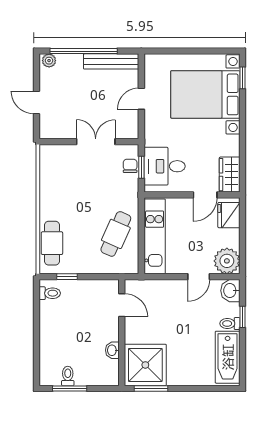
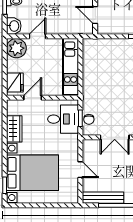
door: (141, 99) -> (80, 170), hinge flipped
wardrobe: (230, 175) -> (14, 129), moved
cafe table: (116, 234) -> (100, 68), removed

